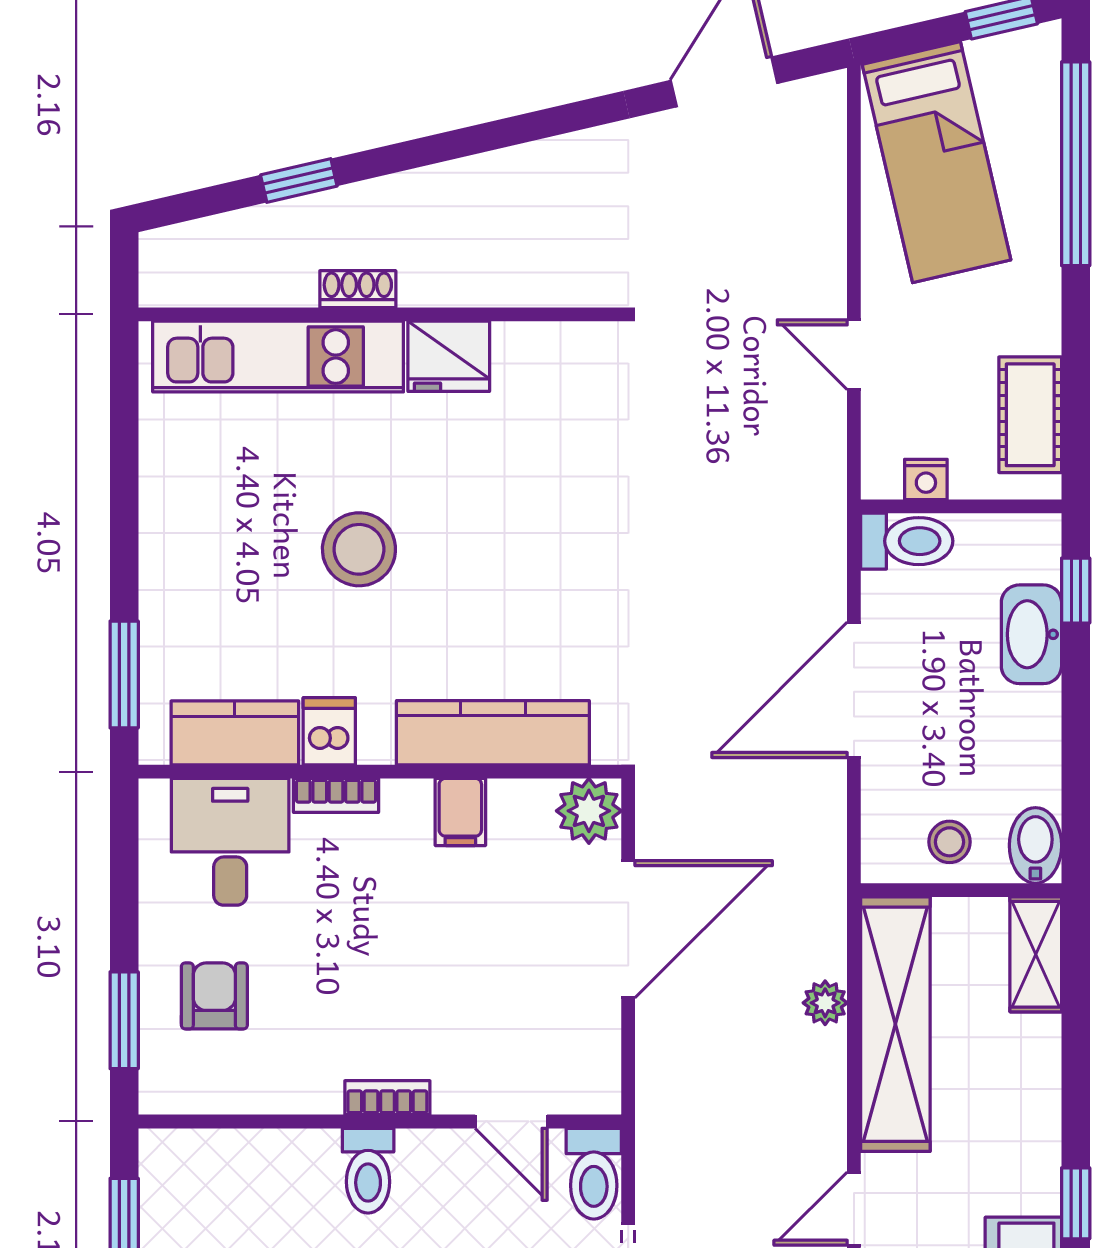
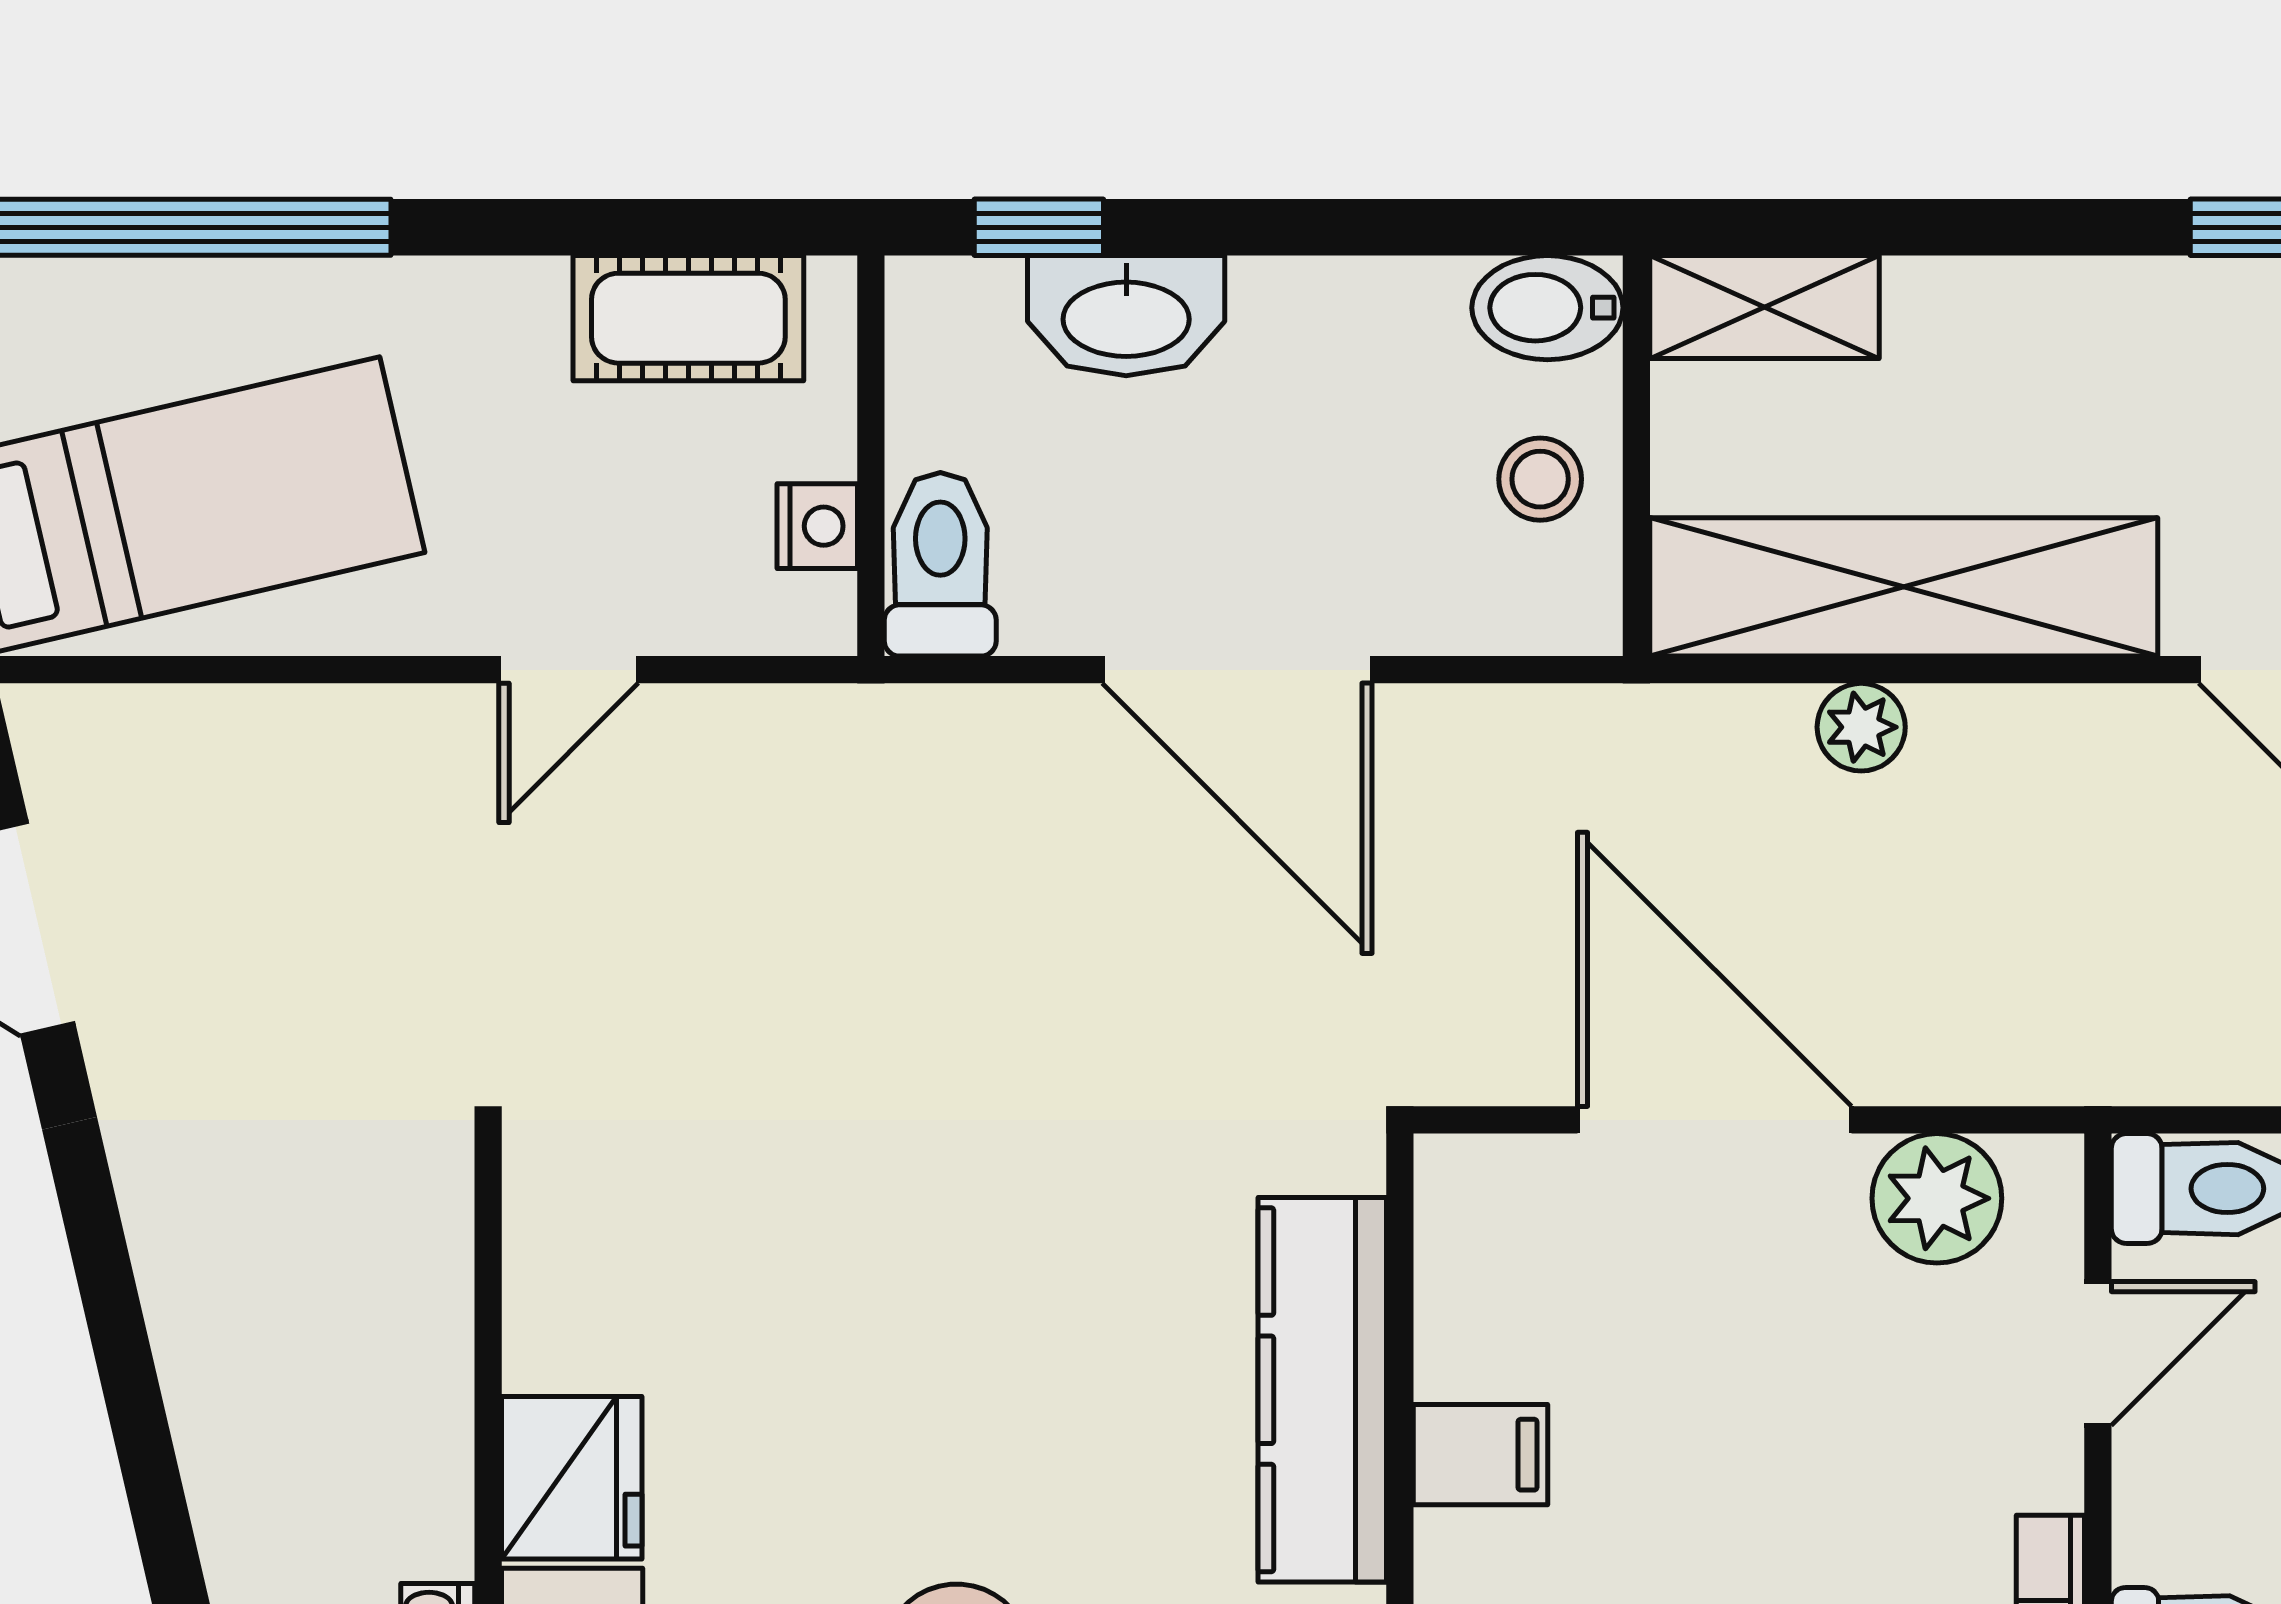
plant: (589, 811) -> (1937, 1198), moved

